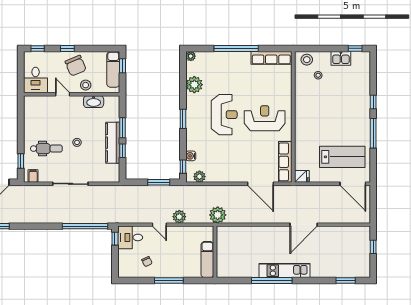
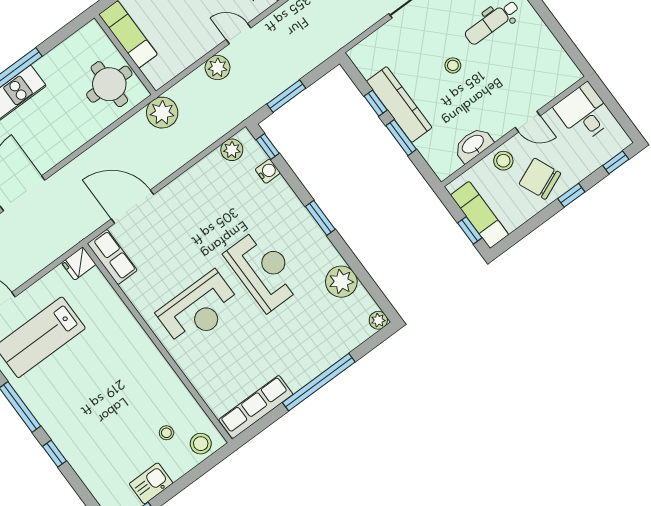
reception desk: (224, 115) -> (263, 270), turned 180
row of seats: (285, 162) -> (112, 257), width x0.68
round table: (231, 244) -> (109, 84), added

